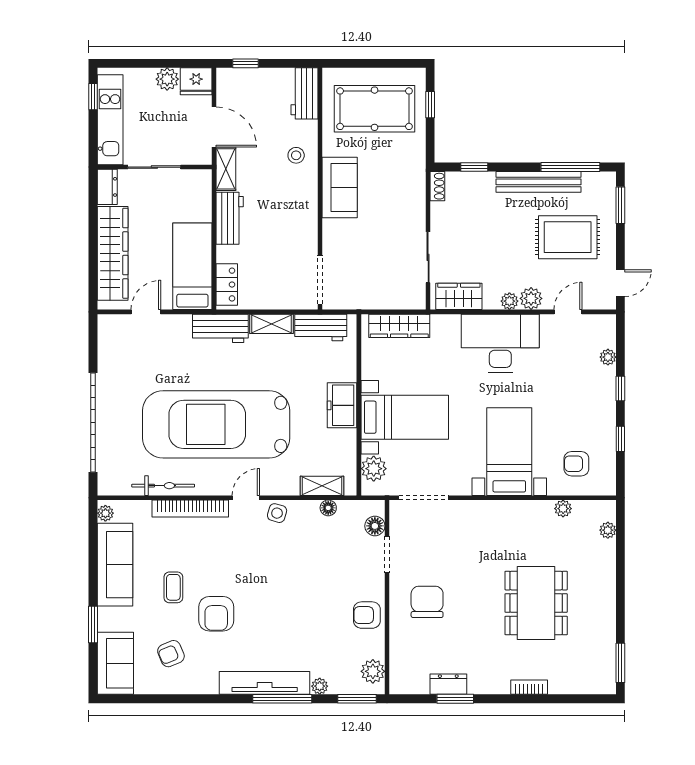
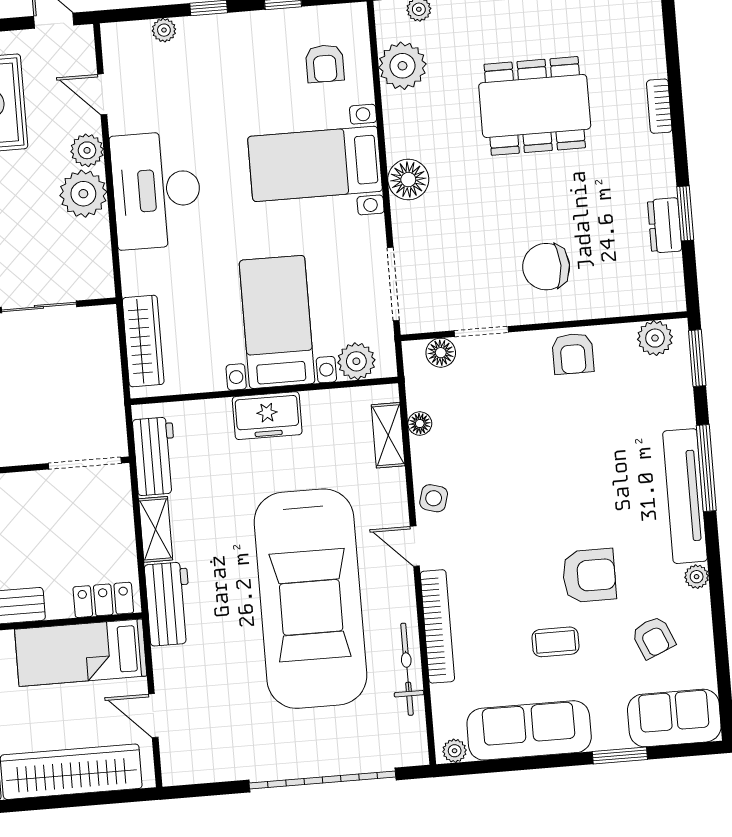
wardrobe: (459, 296) -> (93, 257), removed
plant: (509, 301) -> (83, 194), width x1.88, depth x1.88
plant: (563, 509) -> (402, 66), width x1.87, depth x1.87
floor lamp: (493, 514) -> (408, 180), added
plant: (320, 686) -> (697, 577), moved

